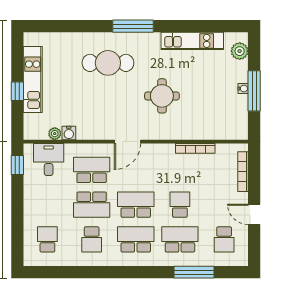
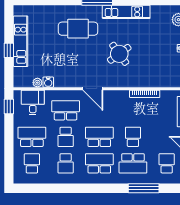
kitchen unit: (192, 41) -> (126, 12), moved
round table: (162, 96) -> (119, 54), turned -36
door: (127, 142) -> (93, 89), hinge flipped
school desk: (47, 205) -> (32, 137), added
school desk: (92, 205) -> (66, 137), width x0.54
school desk: (180, 239) -> (133, 163), turned 180
school desk: (224, 239) -> (167, 163), turned 180

